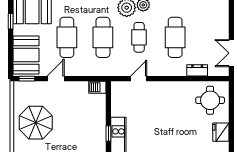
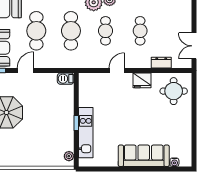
cafe table: (175, 37) -> (140, 31), width x0.73, depth x0.74
door: (139, 79) -> (117, 70), moved
fridge: (221, 132) -> (142, 80), moved, turned -90

